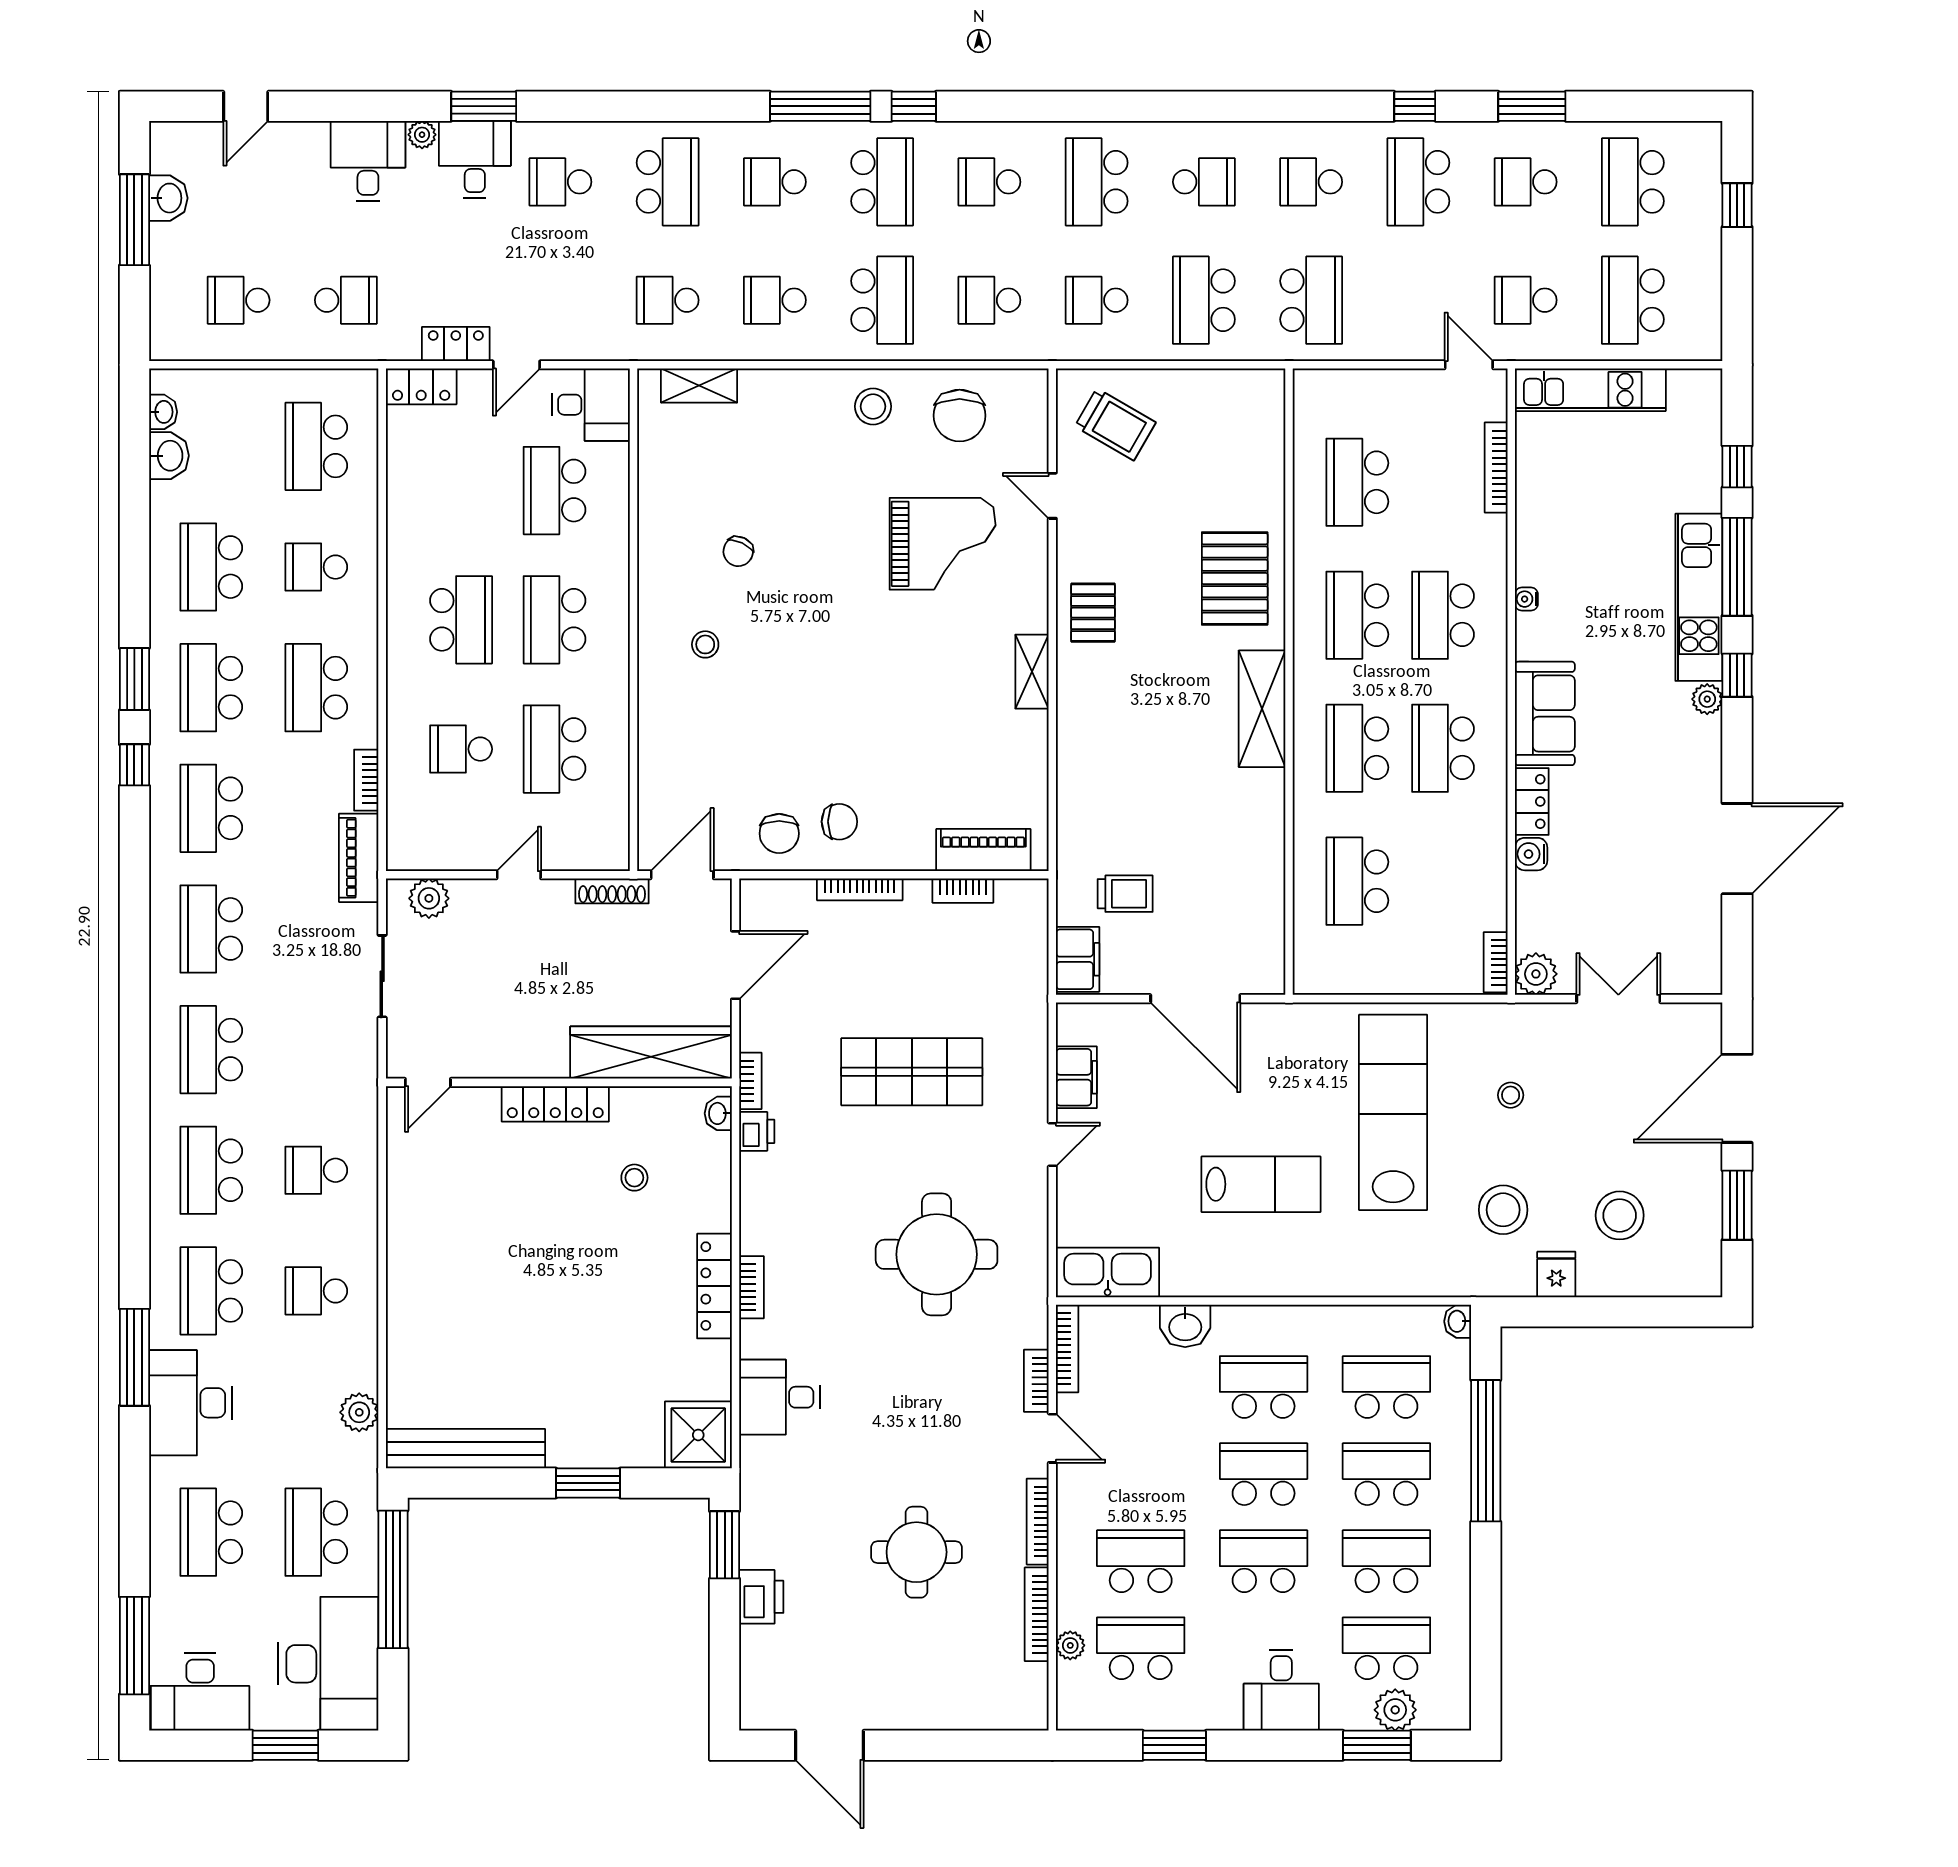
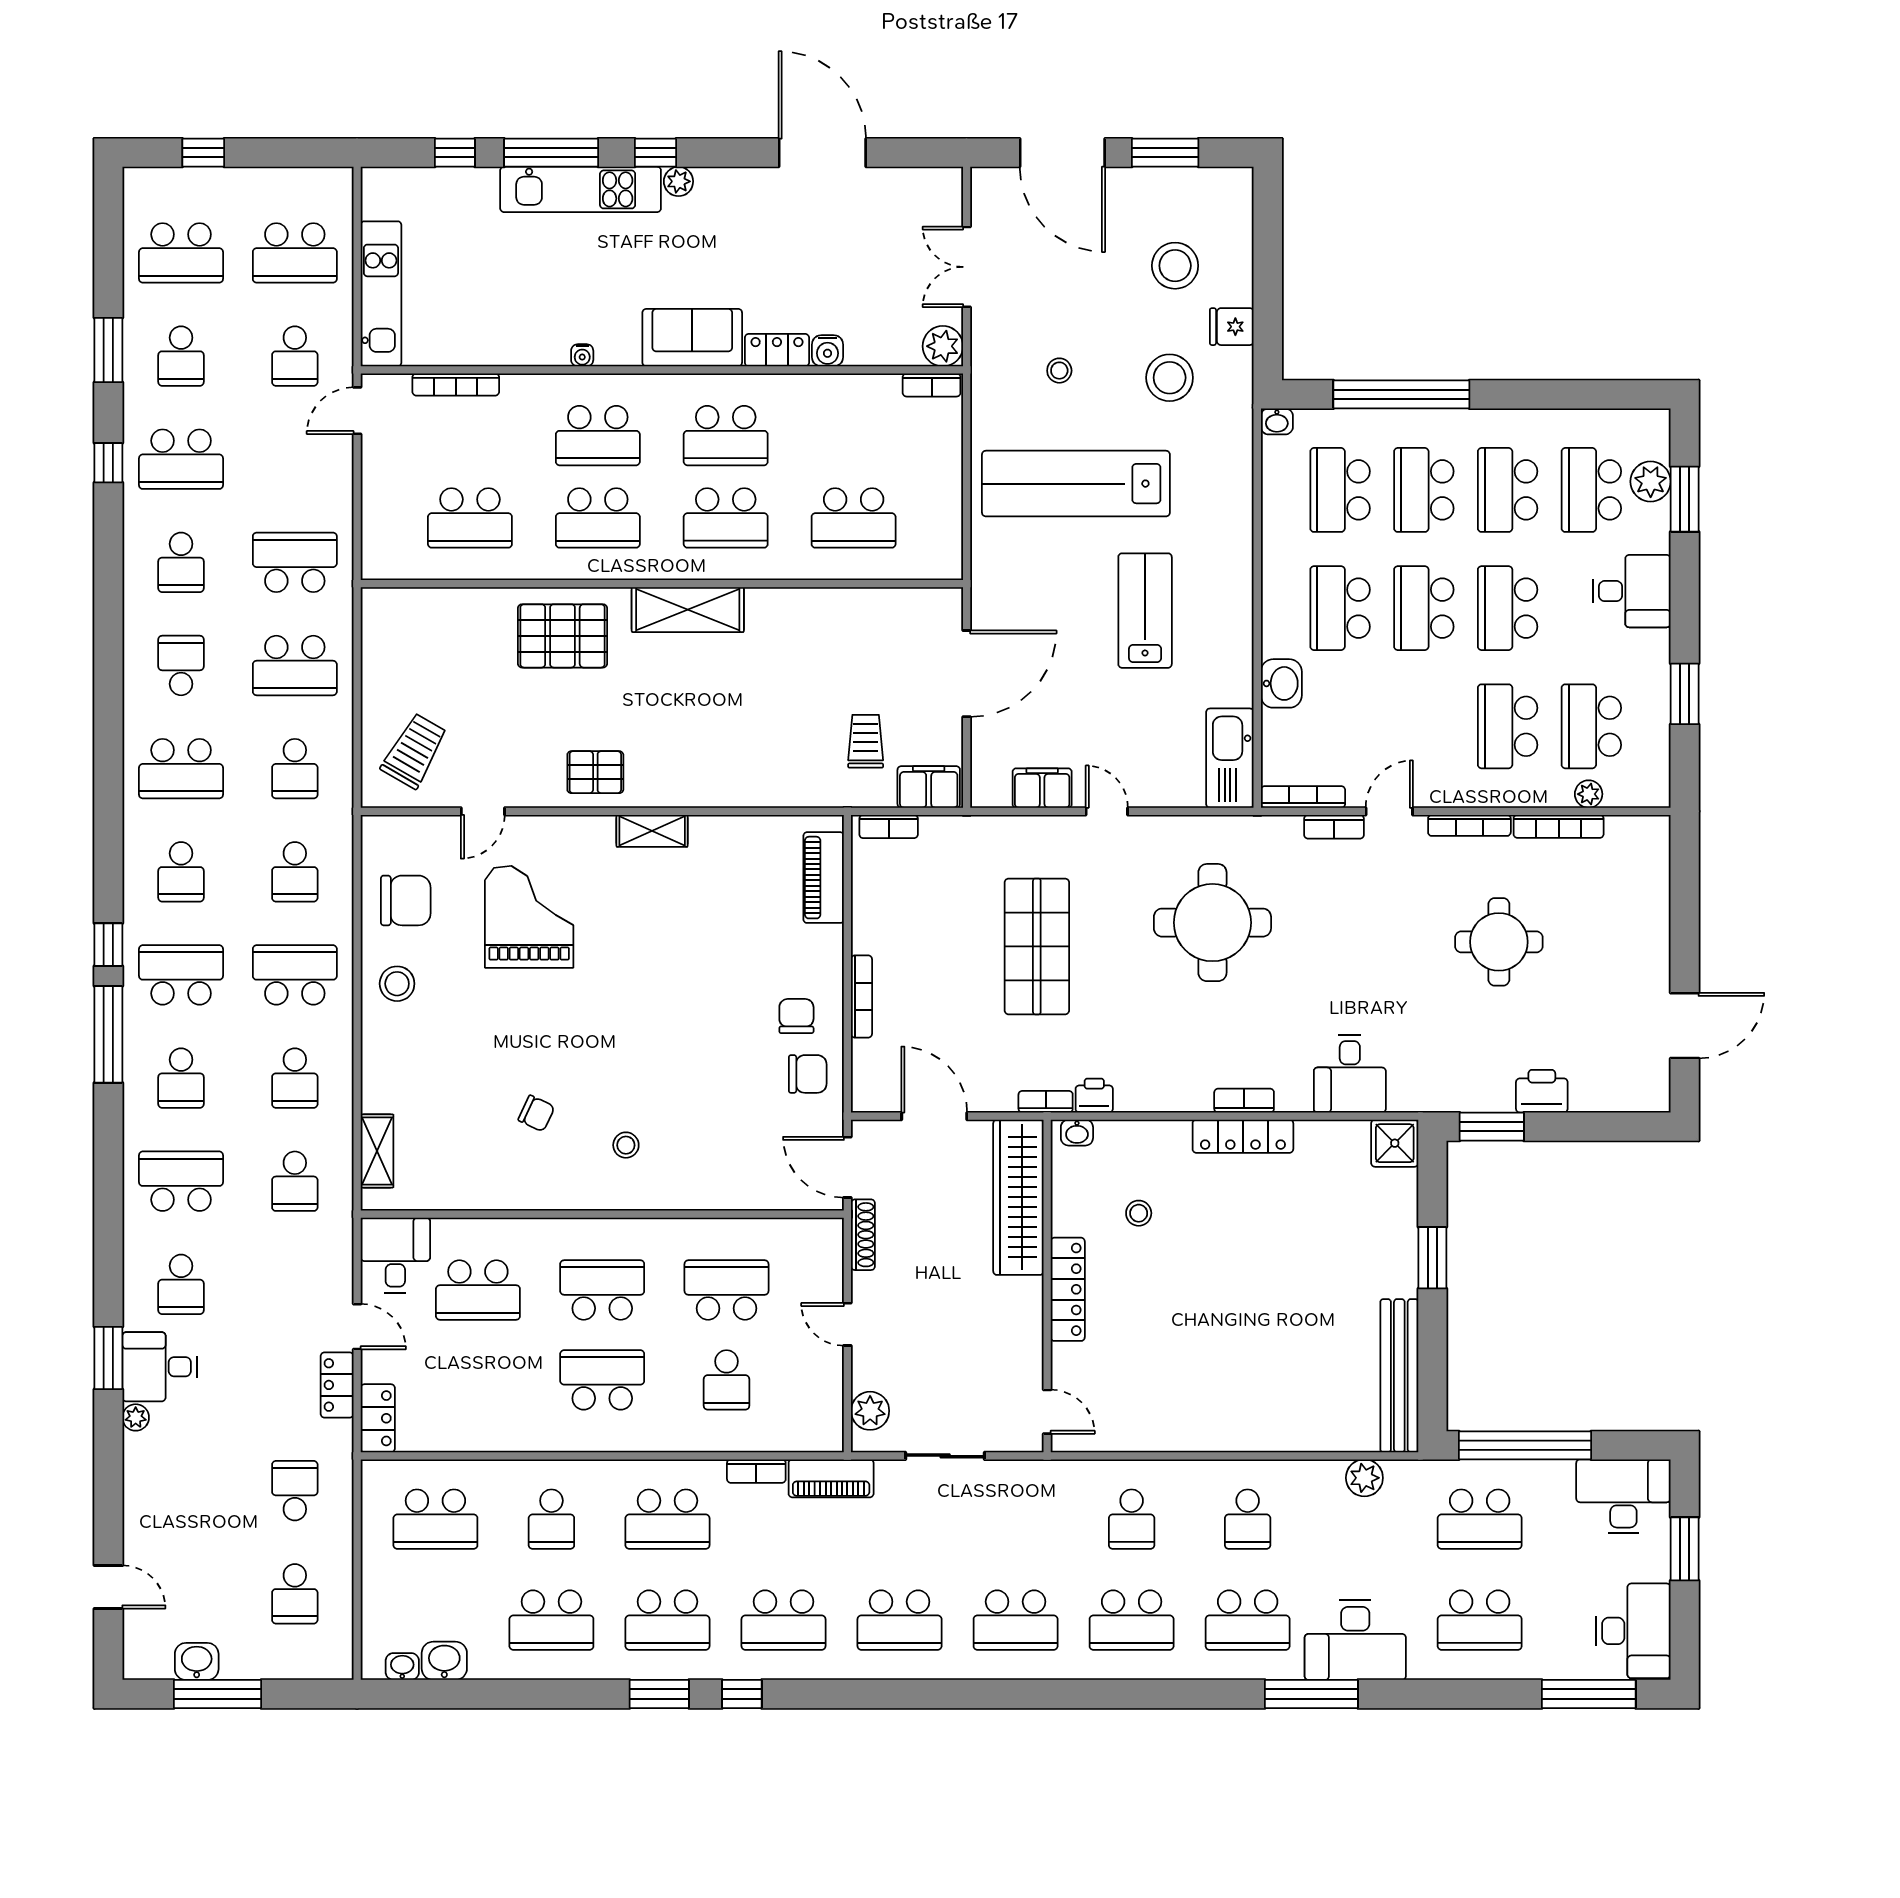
desk: (368, 161) -> (161, 1469), removed
school desk: (555, 620) -> (602, 1290), turned 180
school desk: (555, 749) -> (727, 1290), turned 180
bookcase: (963, 891) -> (889, 826), moved, turned 90
shower: (698, 1435) -> (1395, 1143), width x0.73, depth x0.73
desk: (328, 1664) -> (1623, 1496), width x0.73, depth x0.77

